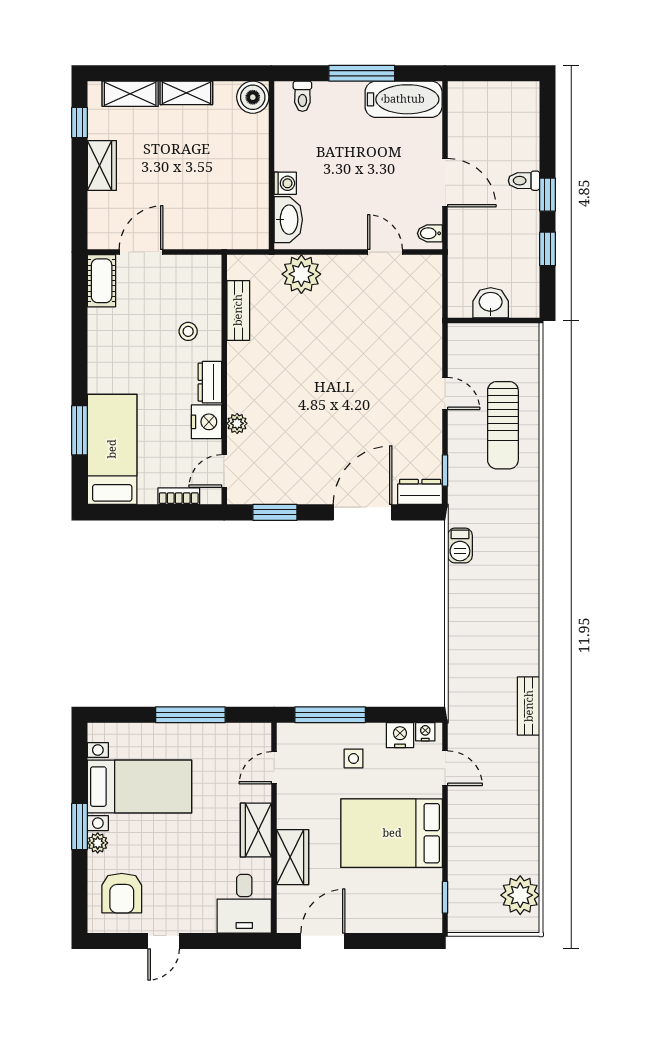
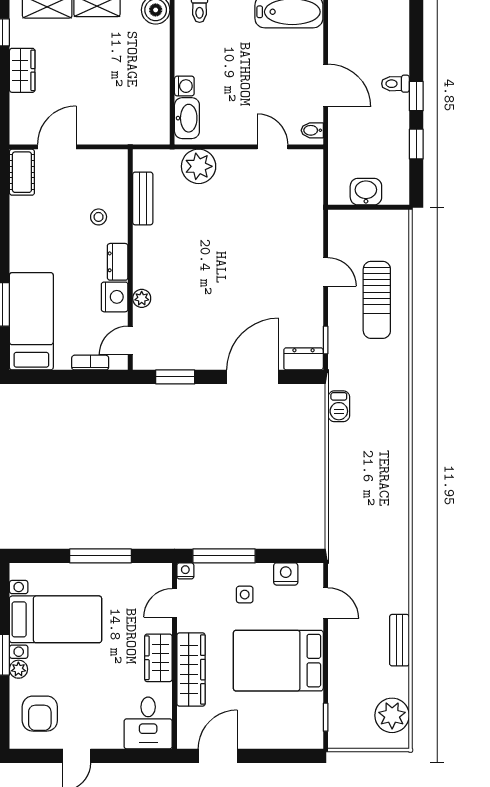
bench: (529, 706) -> (399, 640), moved
nightstand: (425, 732) -> (185, 571), moved
wardrobe: (293, 857) -> (191, 670), width x1.50

